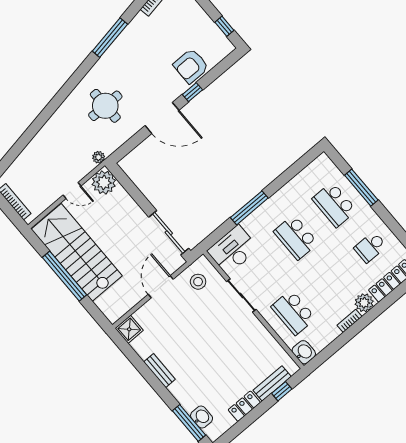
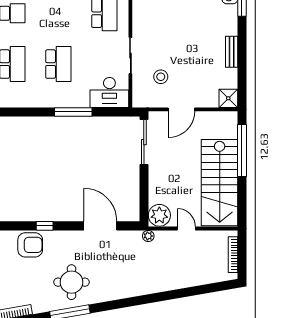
round table: (105, 106) -> (71, 282), moved
door: (162, 118) -> (100, 226), moved
window: (64, 276) -> (242, 150), moved
stool: (198, 282) -> (161, 77), moved

